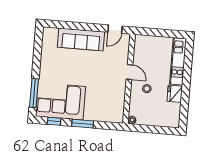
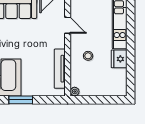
door: (130, 72) -> (68, 25), moved
tv unit: (120, 98) -> (60, 69), added

